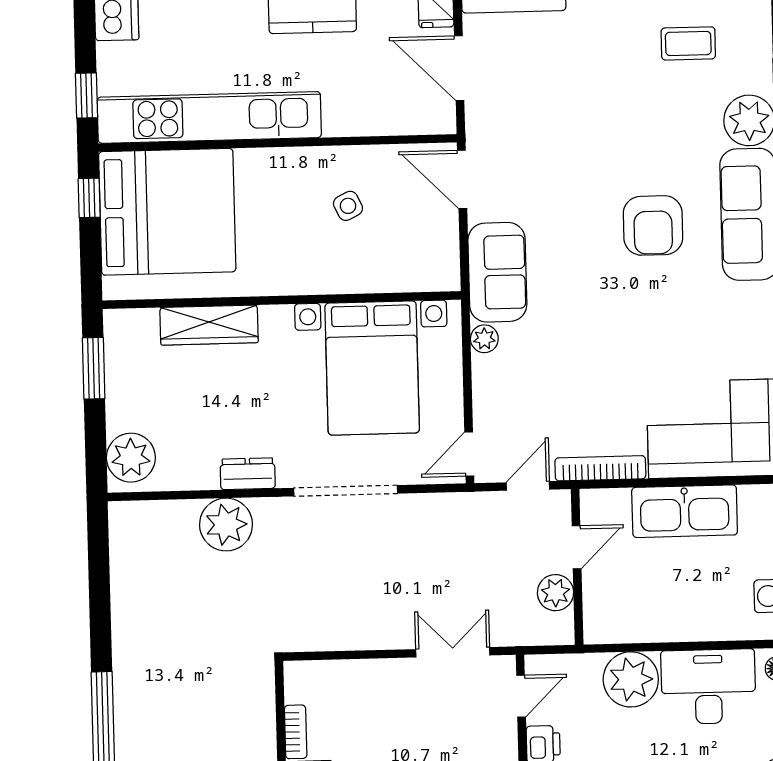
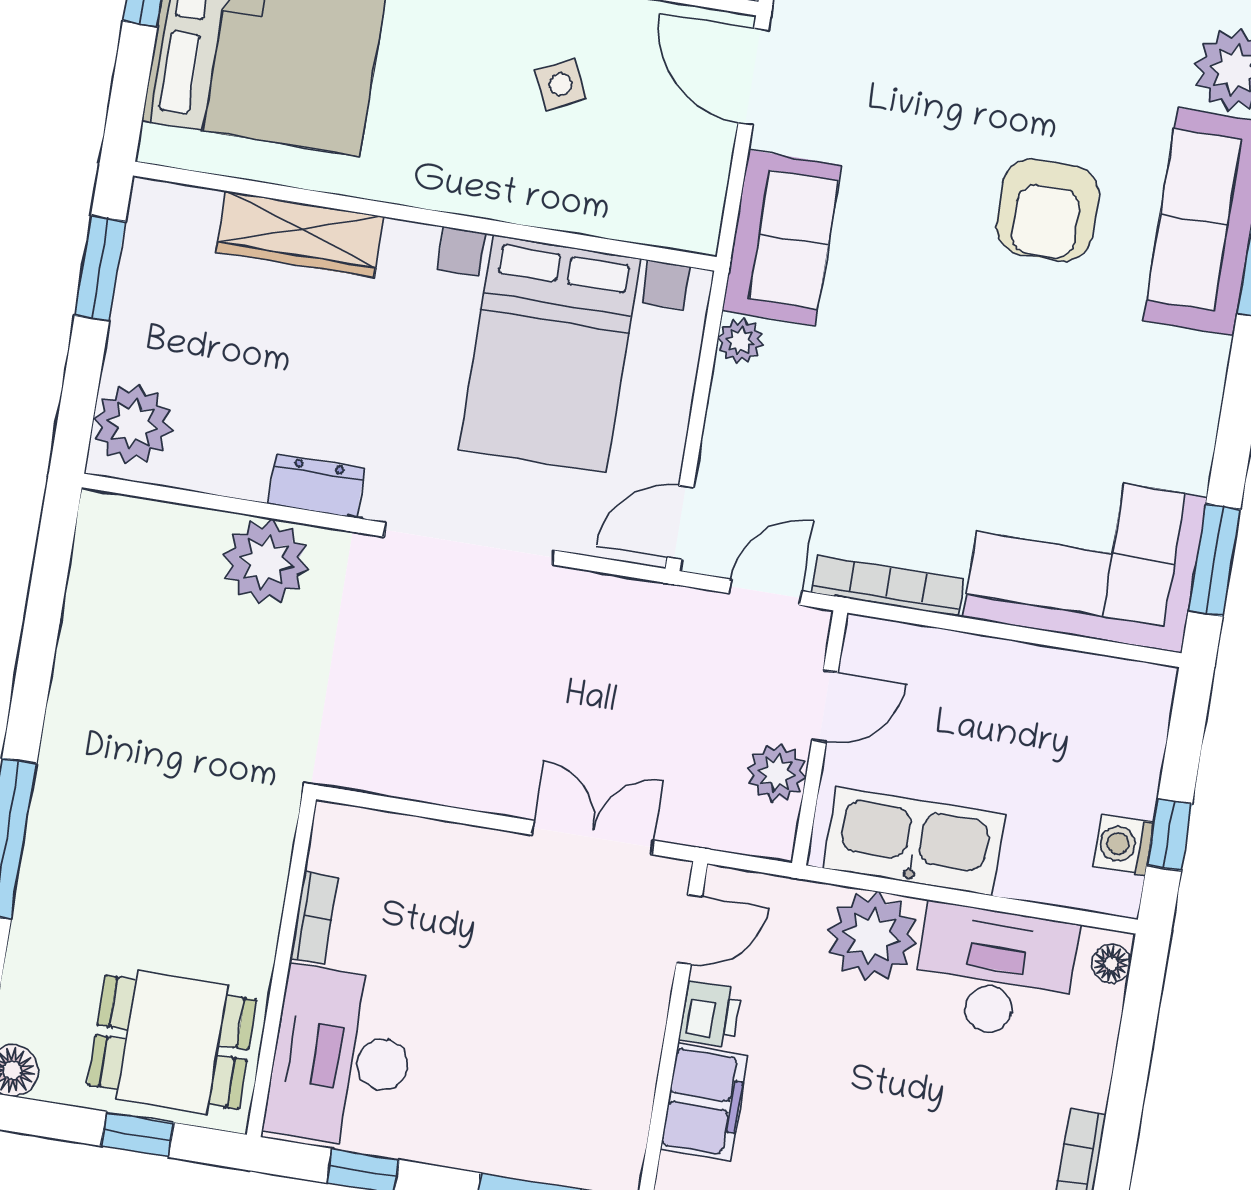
kitchen sink: (685, 511) -> (914, 841), moved, turned 180

